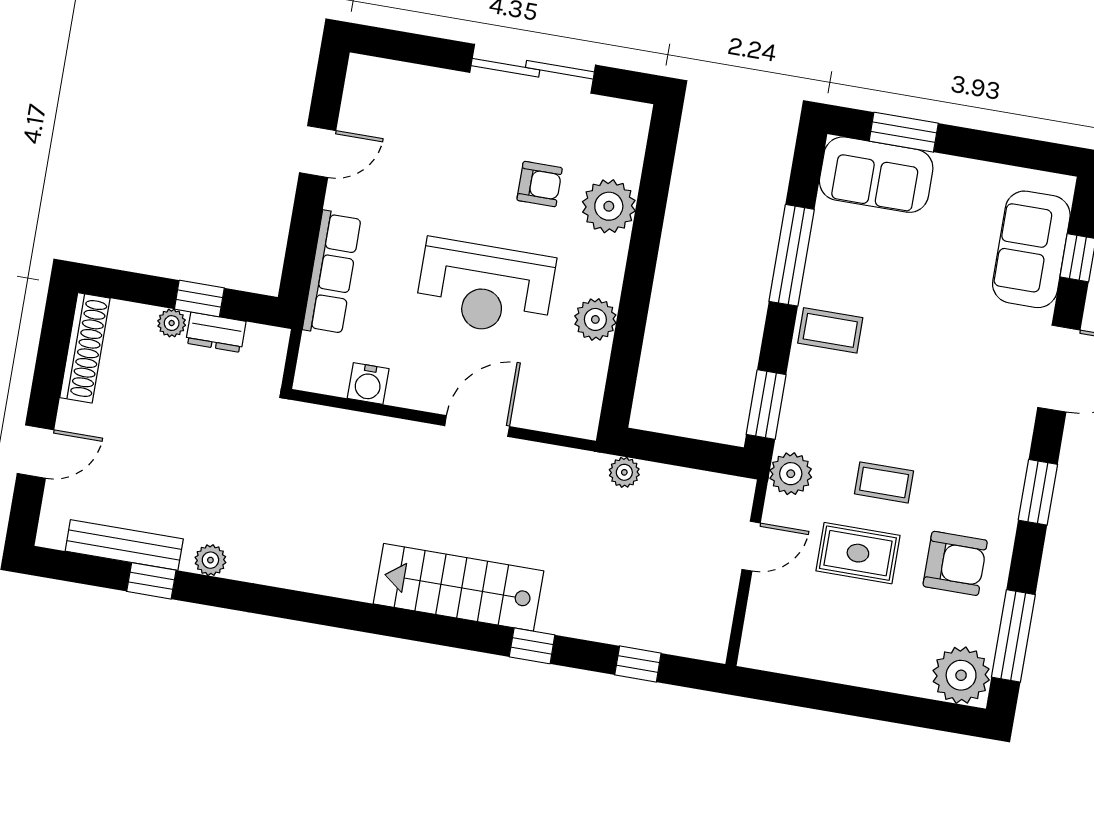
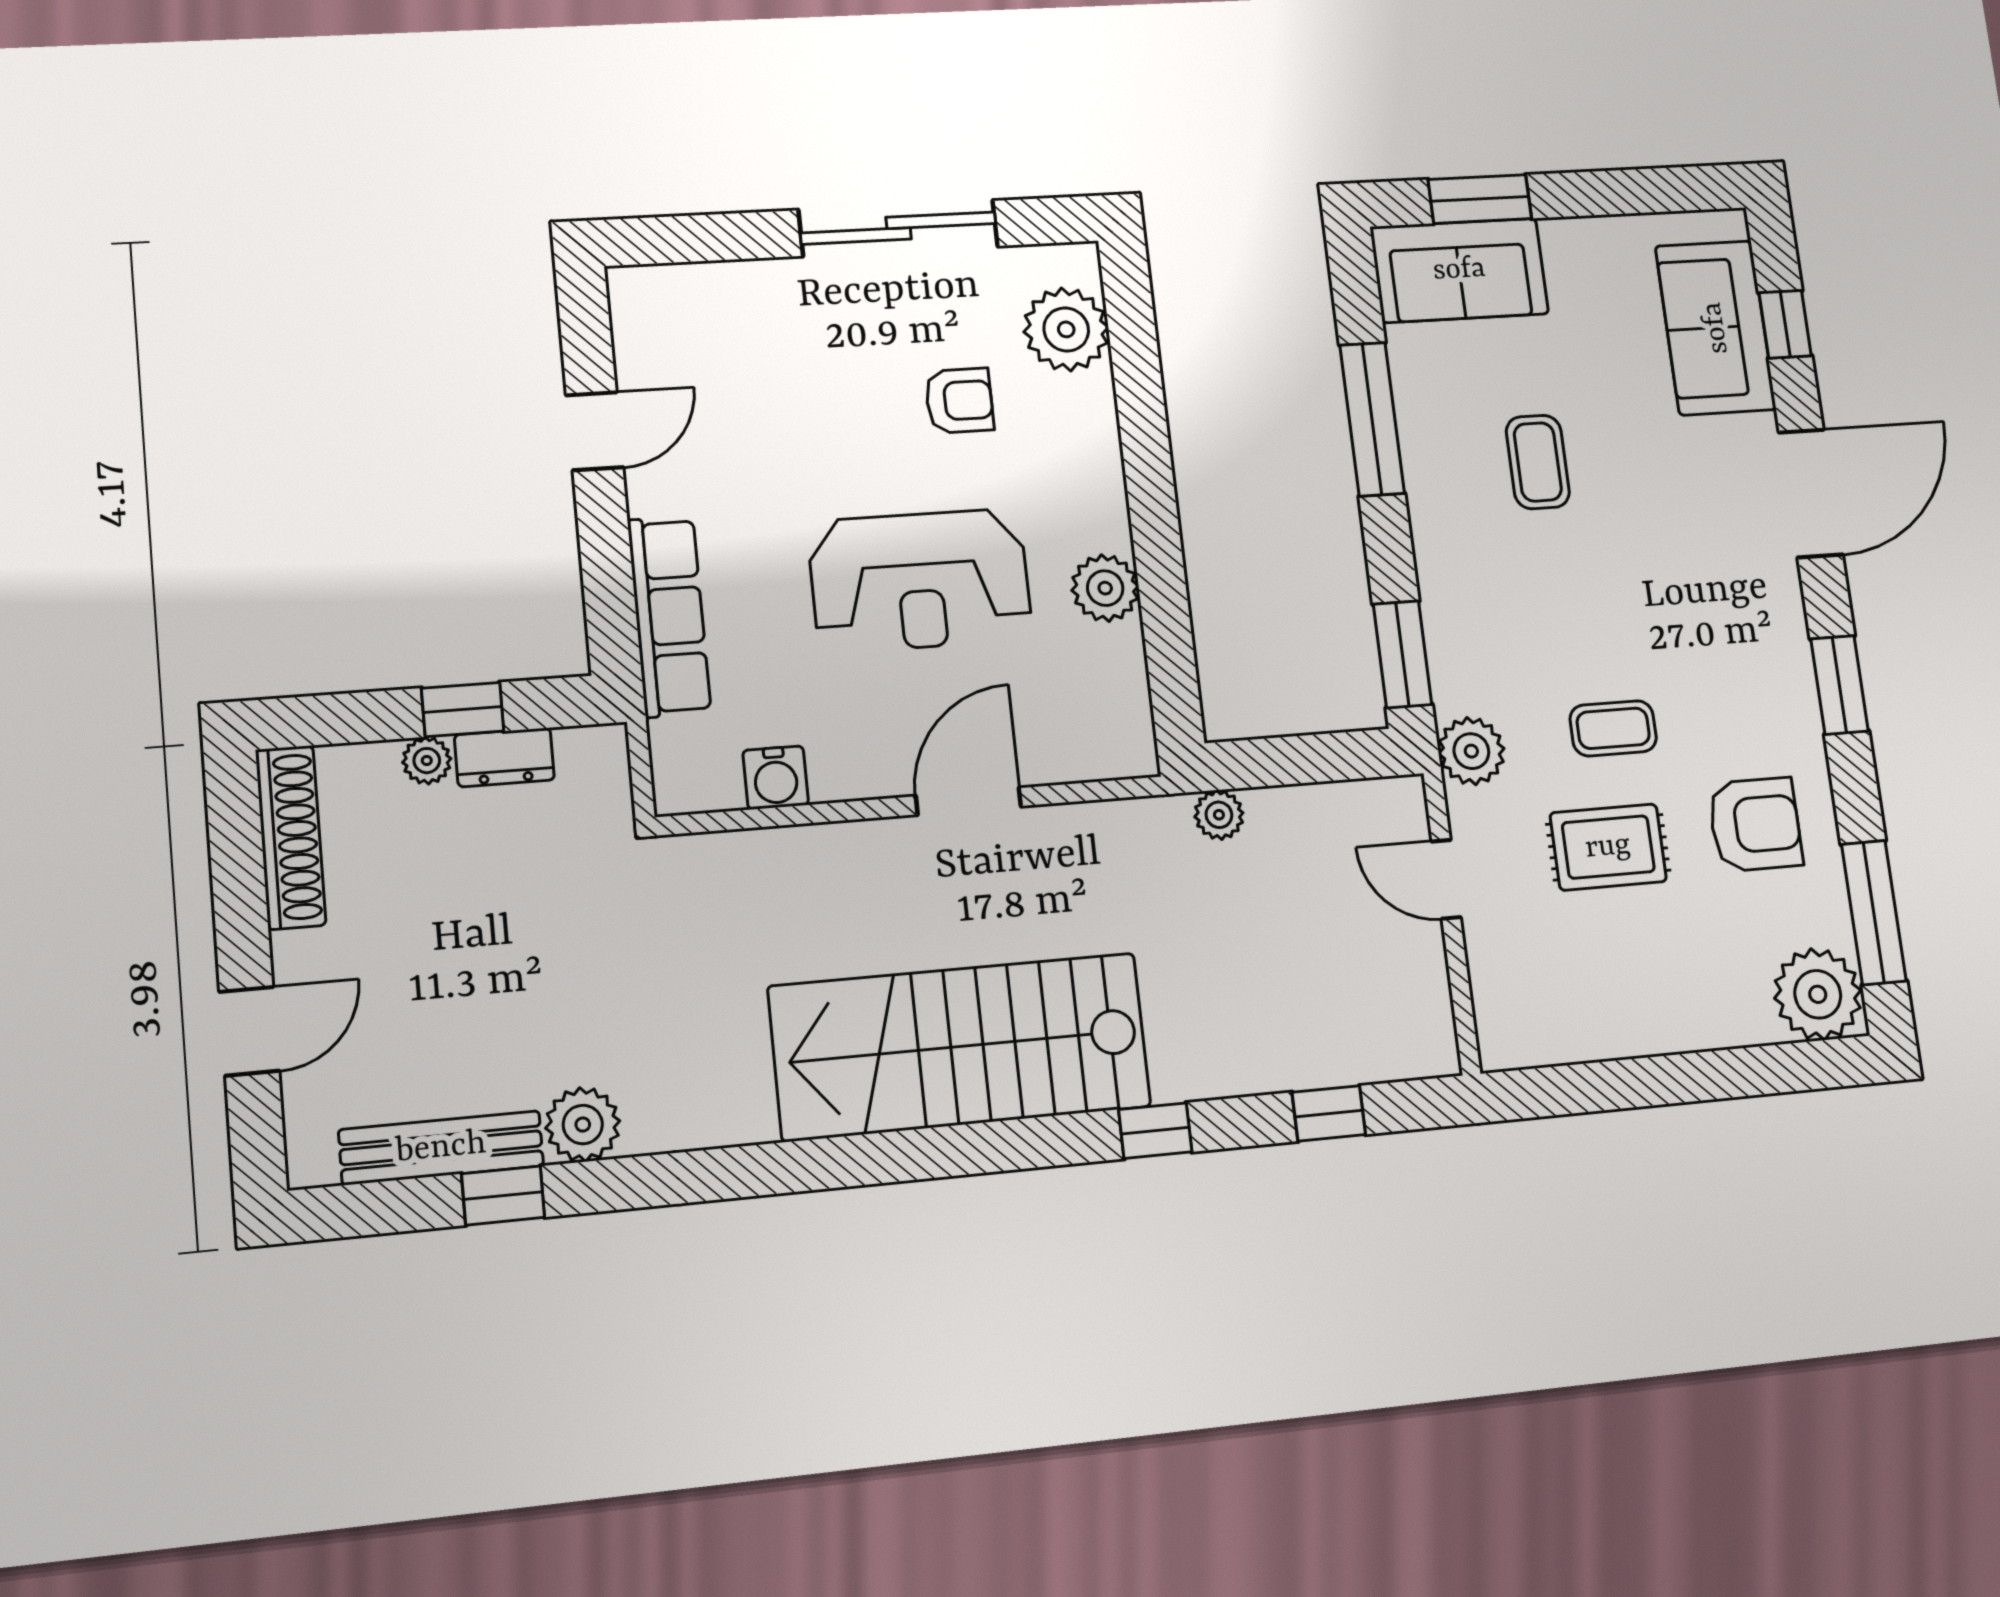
plant: (609, 206) -> (1066, 329), moved
coffee table: (830, 330) -> (1538, 462), moved, turned 90
door: (751, 546) -> (1446, 879), swing flipped
plant: (210, 560) -> (583, 1125), width x1.38, depth x1.38
stairs: (458, 587) -> (960, 1047), width x1.36, depth x1.51

